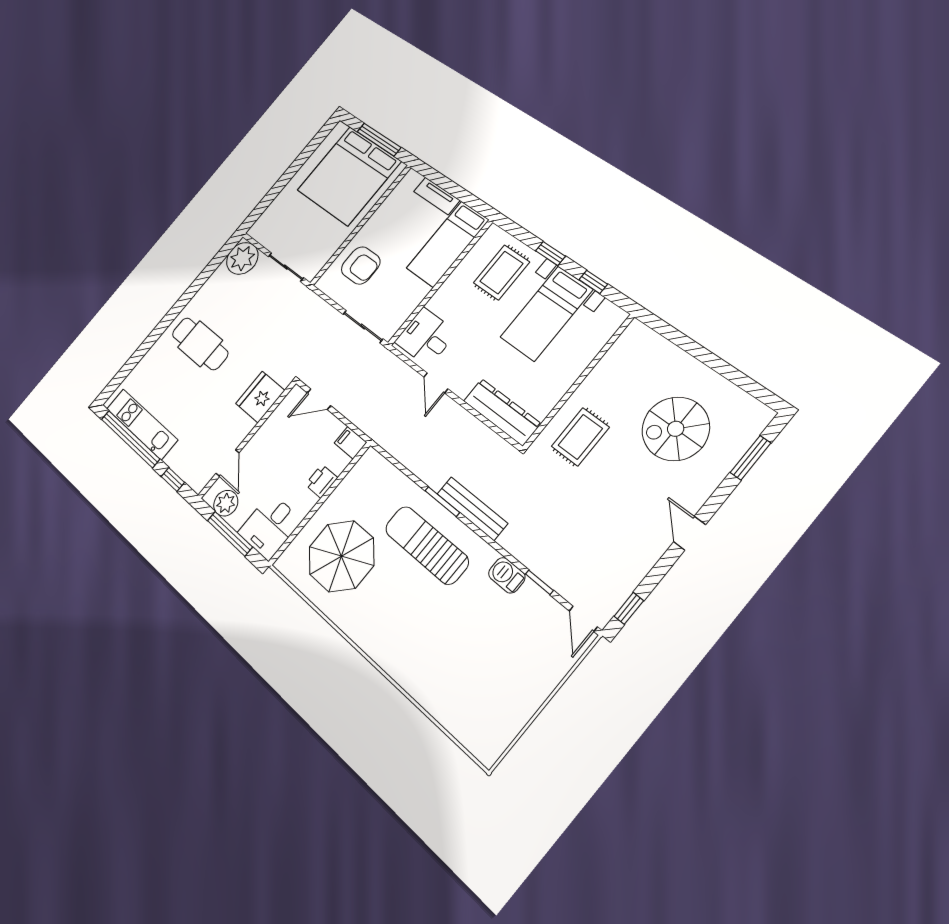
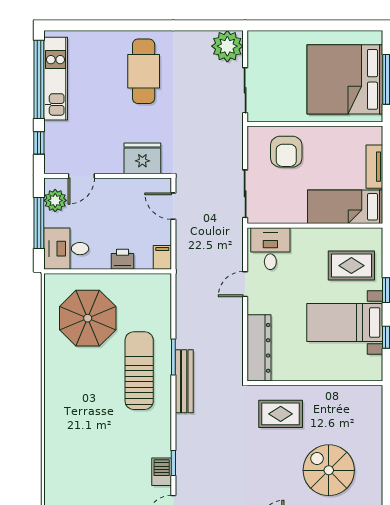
barbecue: (507, 575) -> (162, 472), moved

